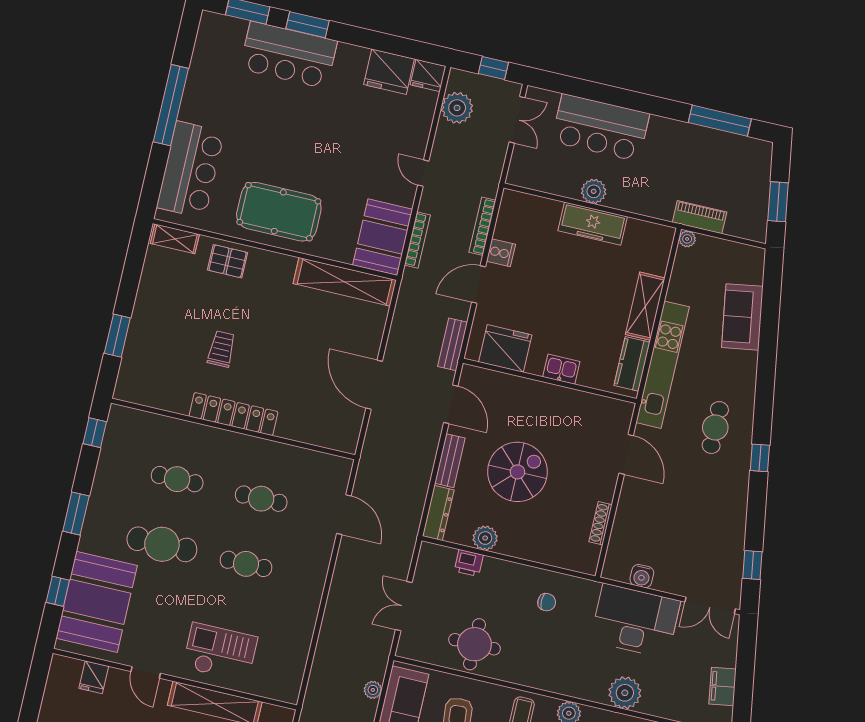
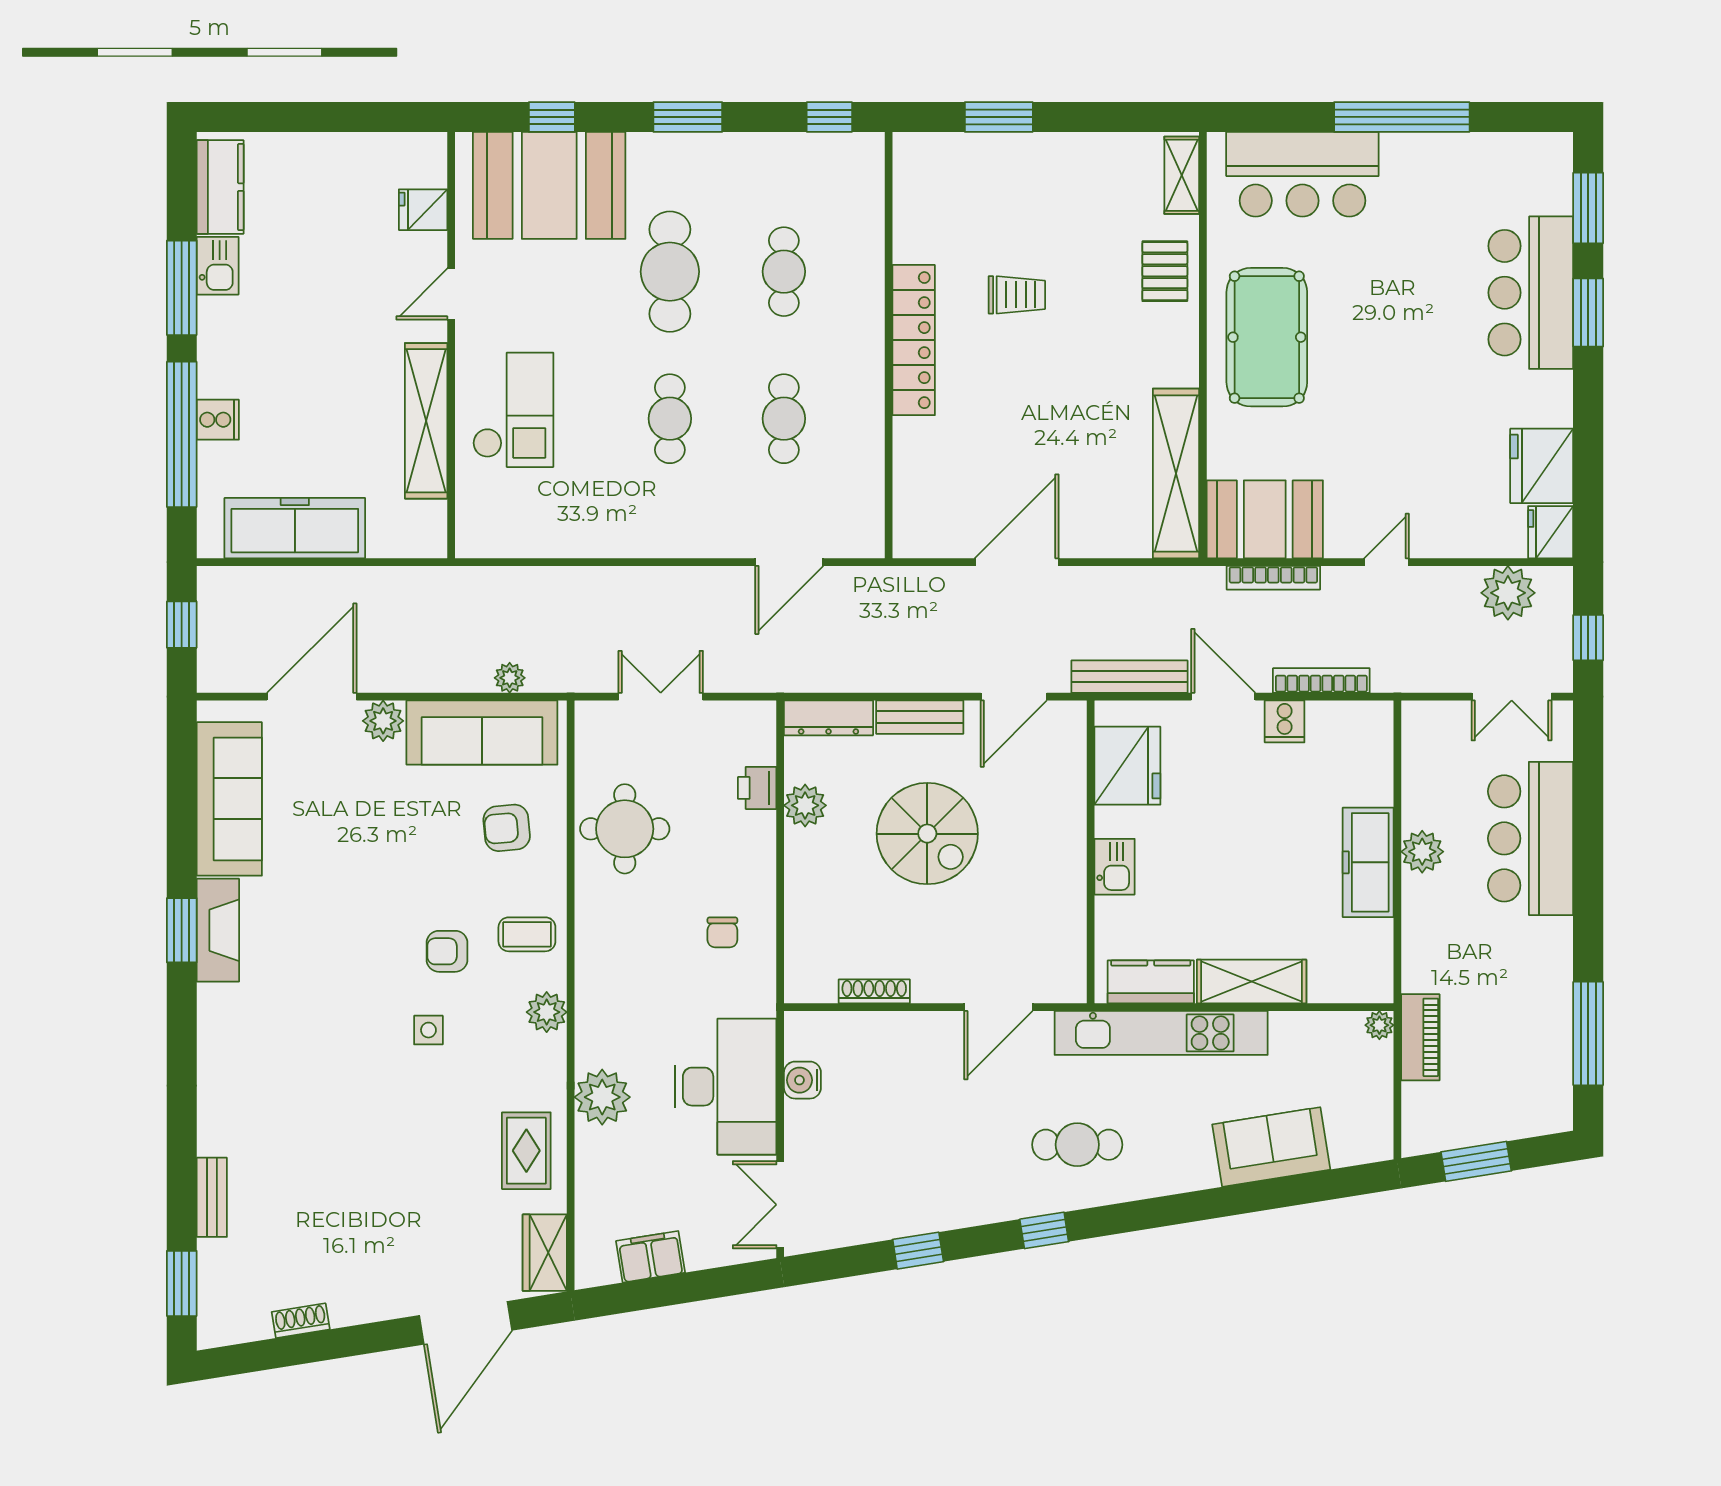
bench: (453, 344) -> (1129, 677), width x1.36
window: (752, 565) -> (918, 1251), moved

